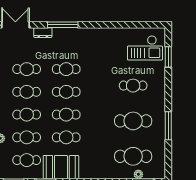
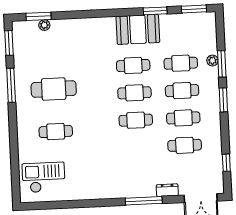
window: (168, 57) -> (9, 43), moved
cafe table: (66, 69) -> (137, 148), removed
cafe table: (133, 156) -> (52, 46), removed
cafe table: (27, 160) -> (179, 36), removed

